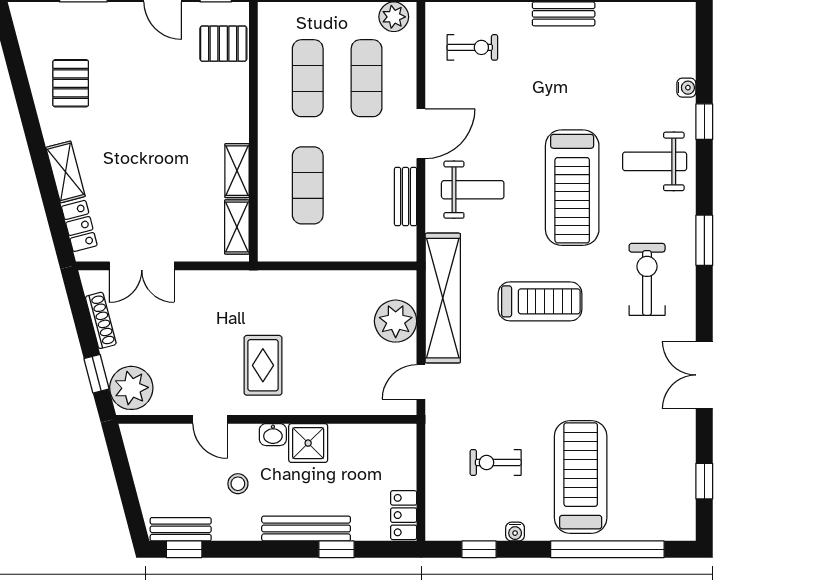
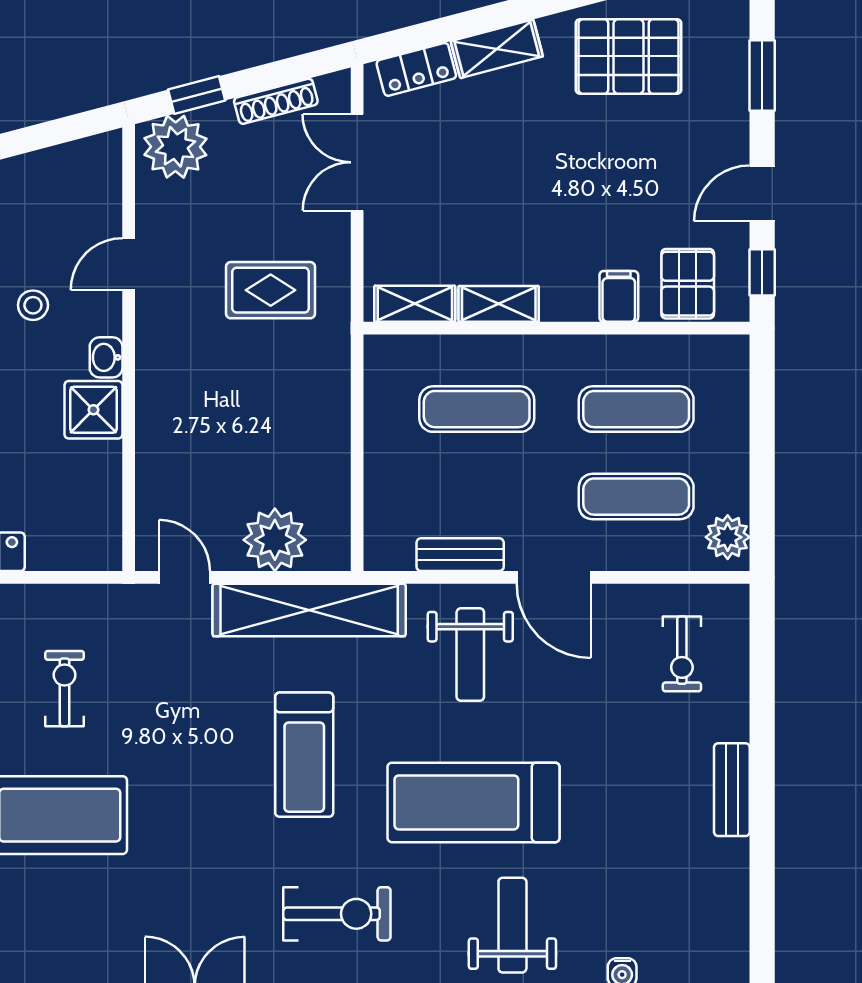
pallet: (71, 83) -> (629, 56), width x1.50, depth x1.42
filing cabinet: (232, 90) -> (619, 296), added
rug: (263, 365) -> (271, 290), moved

